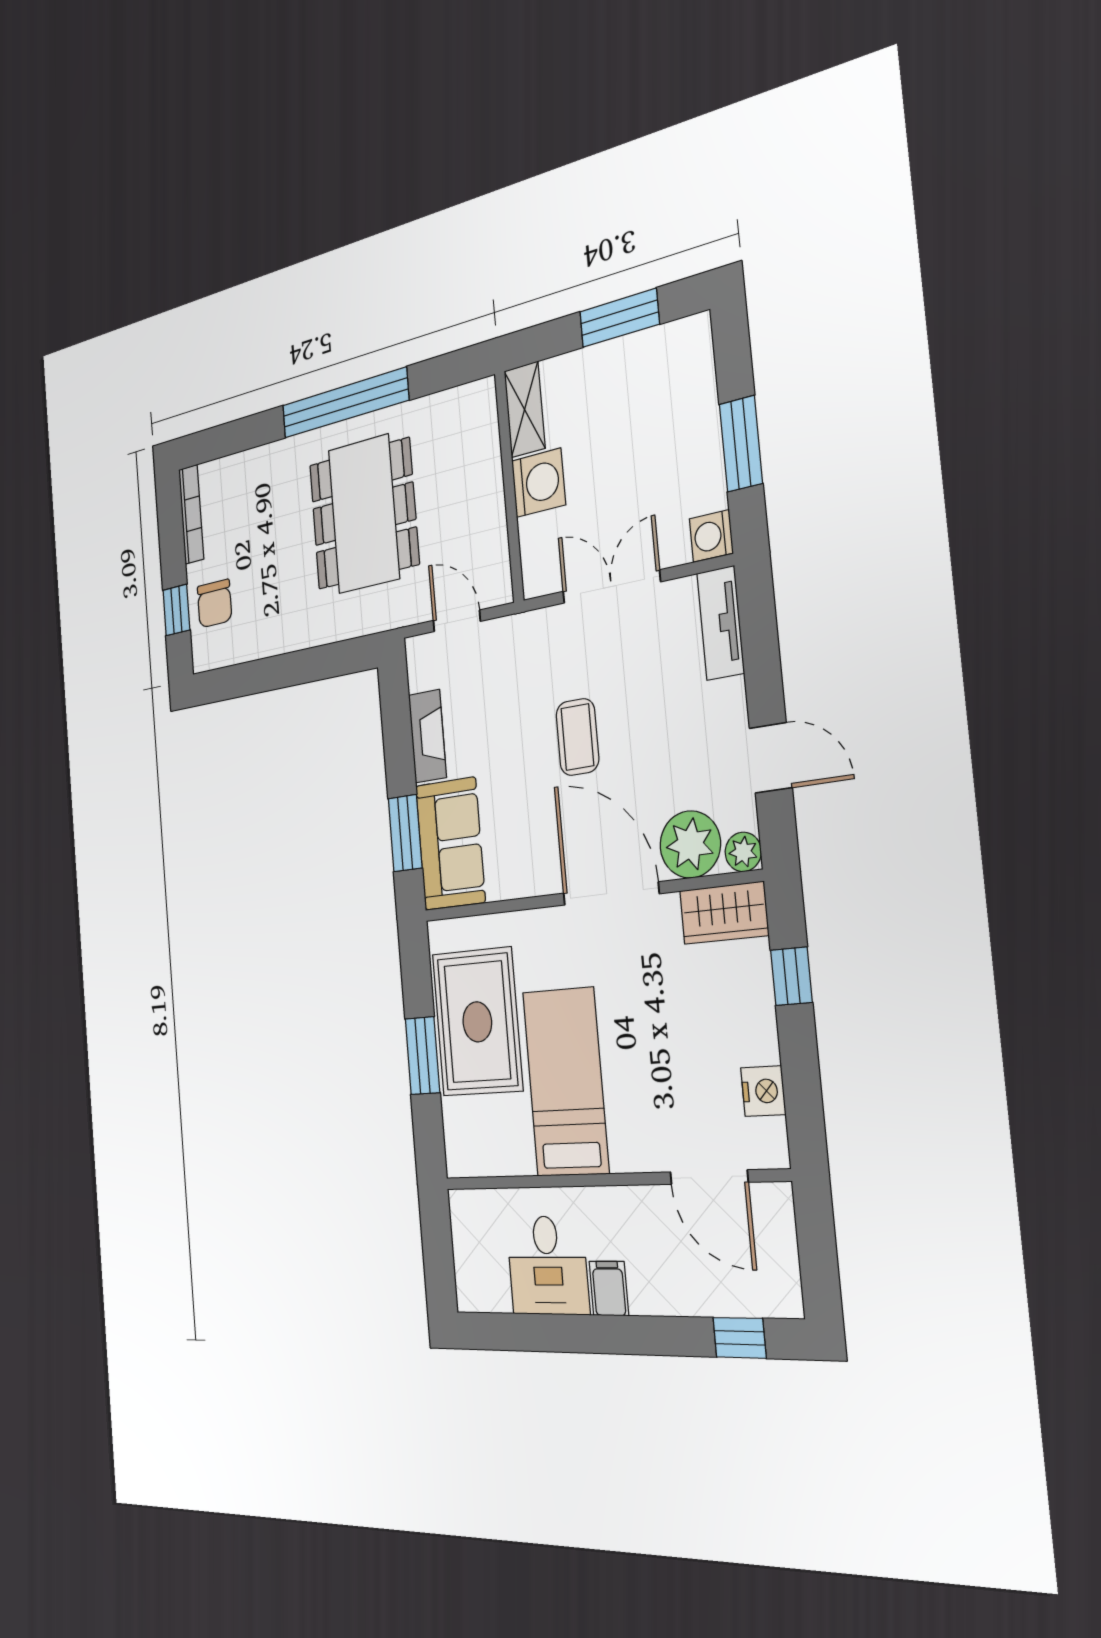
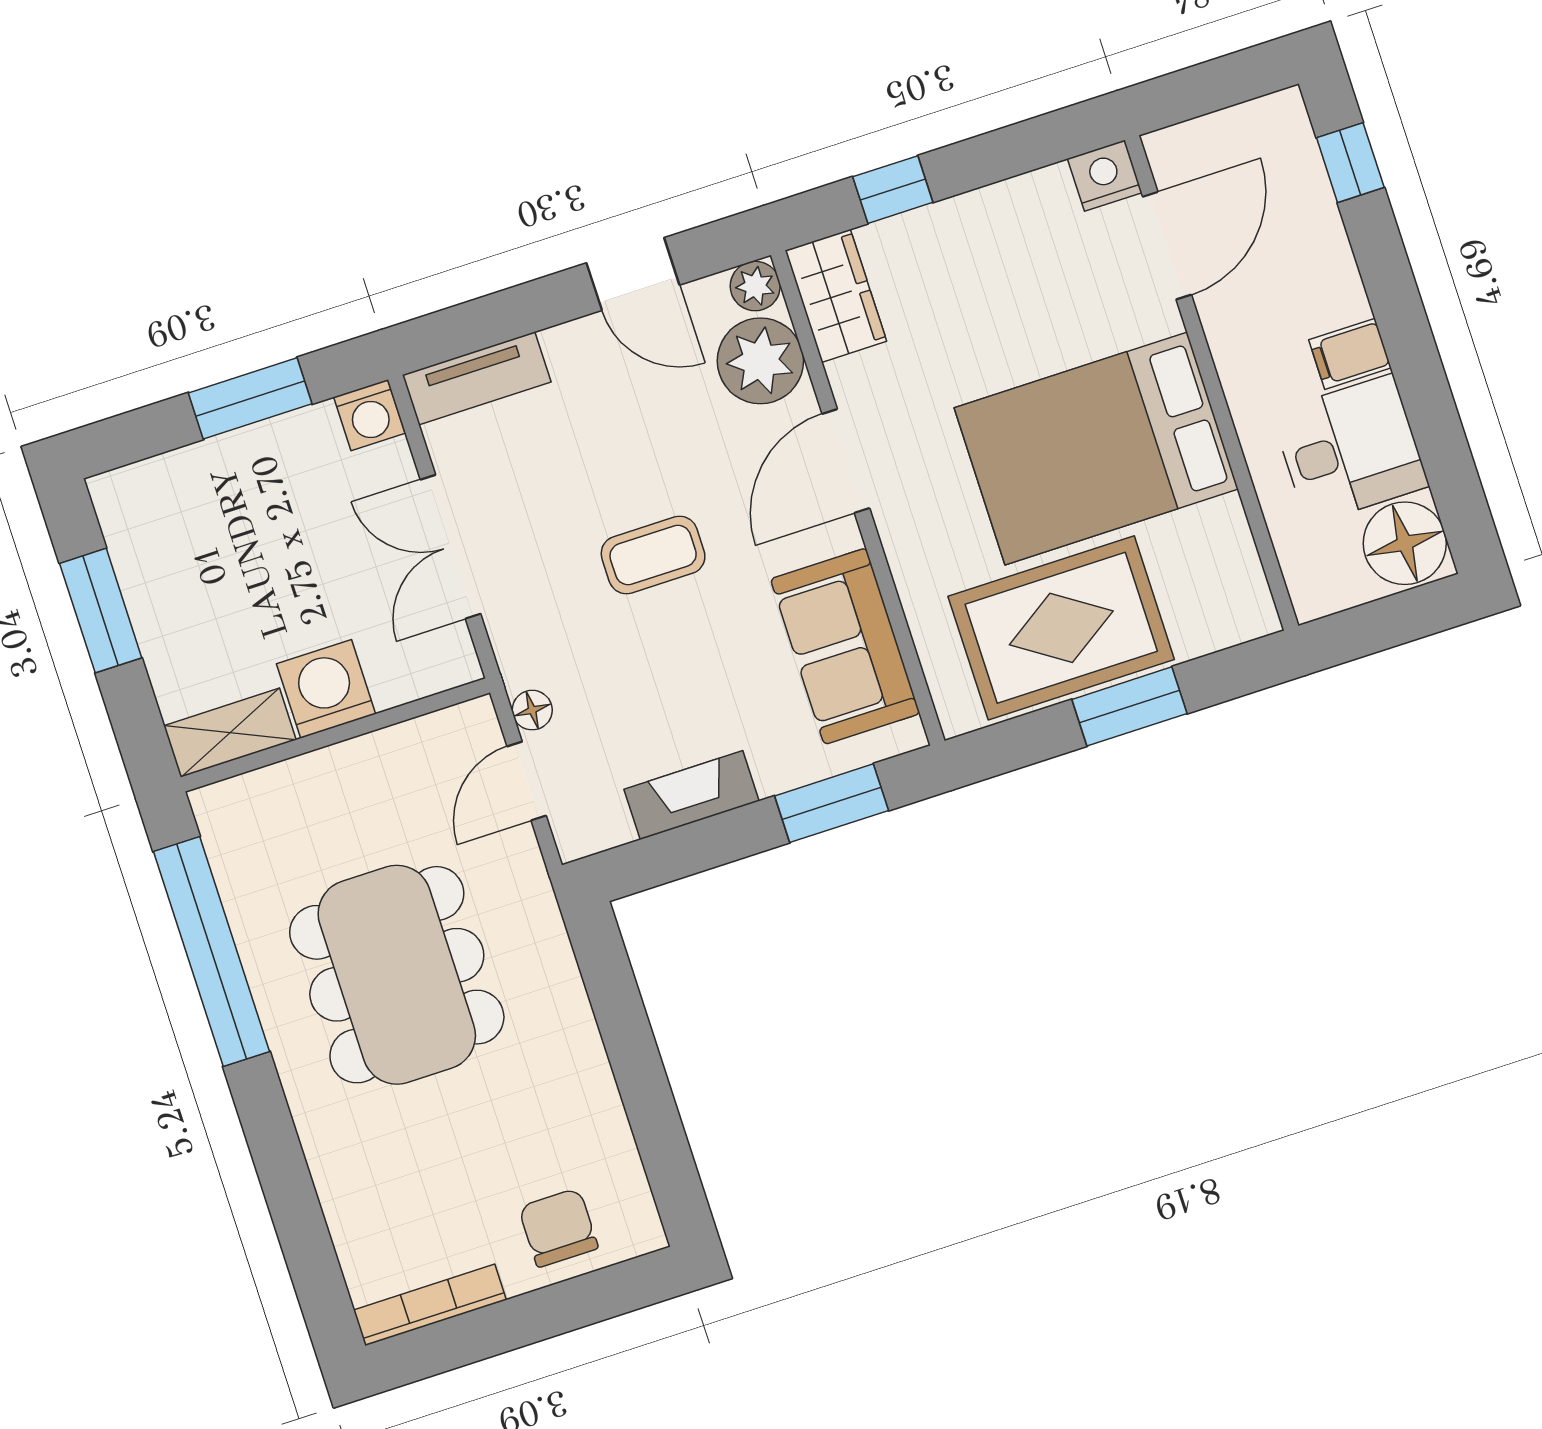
window: (345, 403) -> (211, 952), moved
dining table: (364, 514) -> (397, 975), turned 90
chair: (215, 603) -> (558, 1228), turned -90
window: (176, 610) -> (578, 1302), removed
floor lamp: (498, 632) -> (532, 710), added
door: (771, 758) -> (633, 274), swing flipped
sofa: (450, 844) -> (845, 646), moved, turned -90
door: (611, 893) -> (846, 461), width x0.73
bed: (566, 1082) -> (1096, 448), width x1.50
nightstand: (763, 1091) -> (1105, 176), moved
floor lamp: (482, 1282) -> (1405, 543), added

